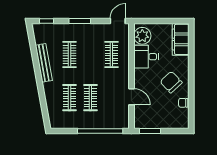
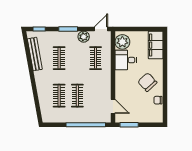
plant: (98, 30) -> (84, 37), added
bench: (44, 63) -> (35, 54), moved
door: (131, 97) -> (113, 106), moved

